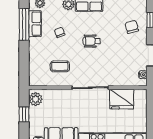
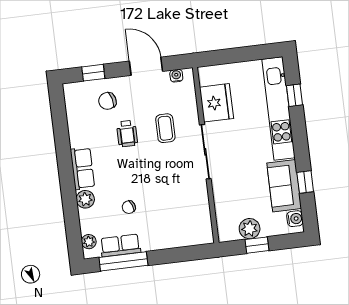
wheelchair: (92, 41) -> (127, 134), moved
coffee table: (60, 66) -> (165, 128), moved
plant: (36, 99) -> (250, 229), moved

